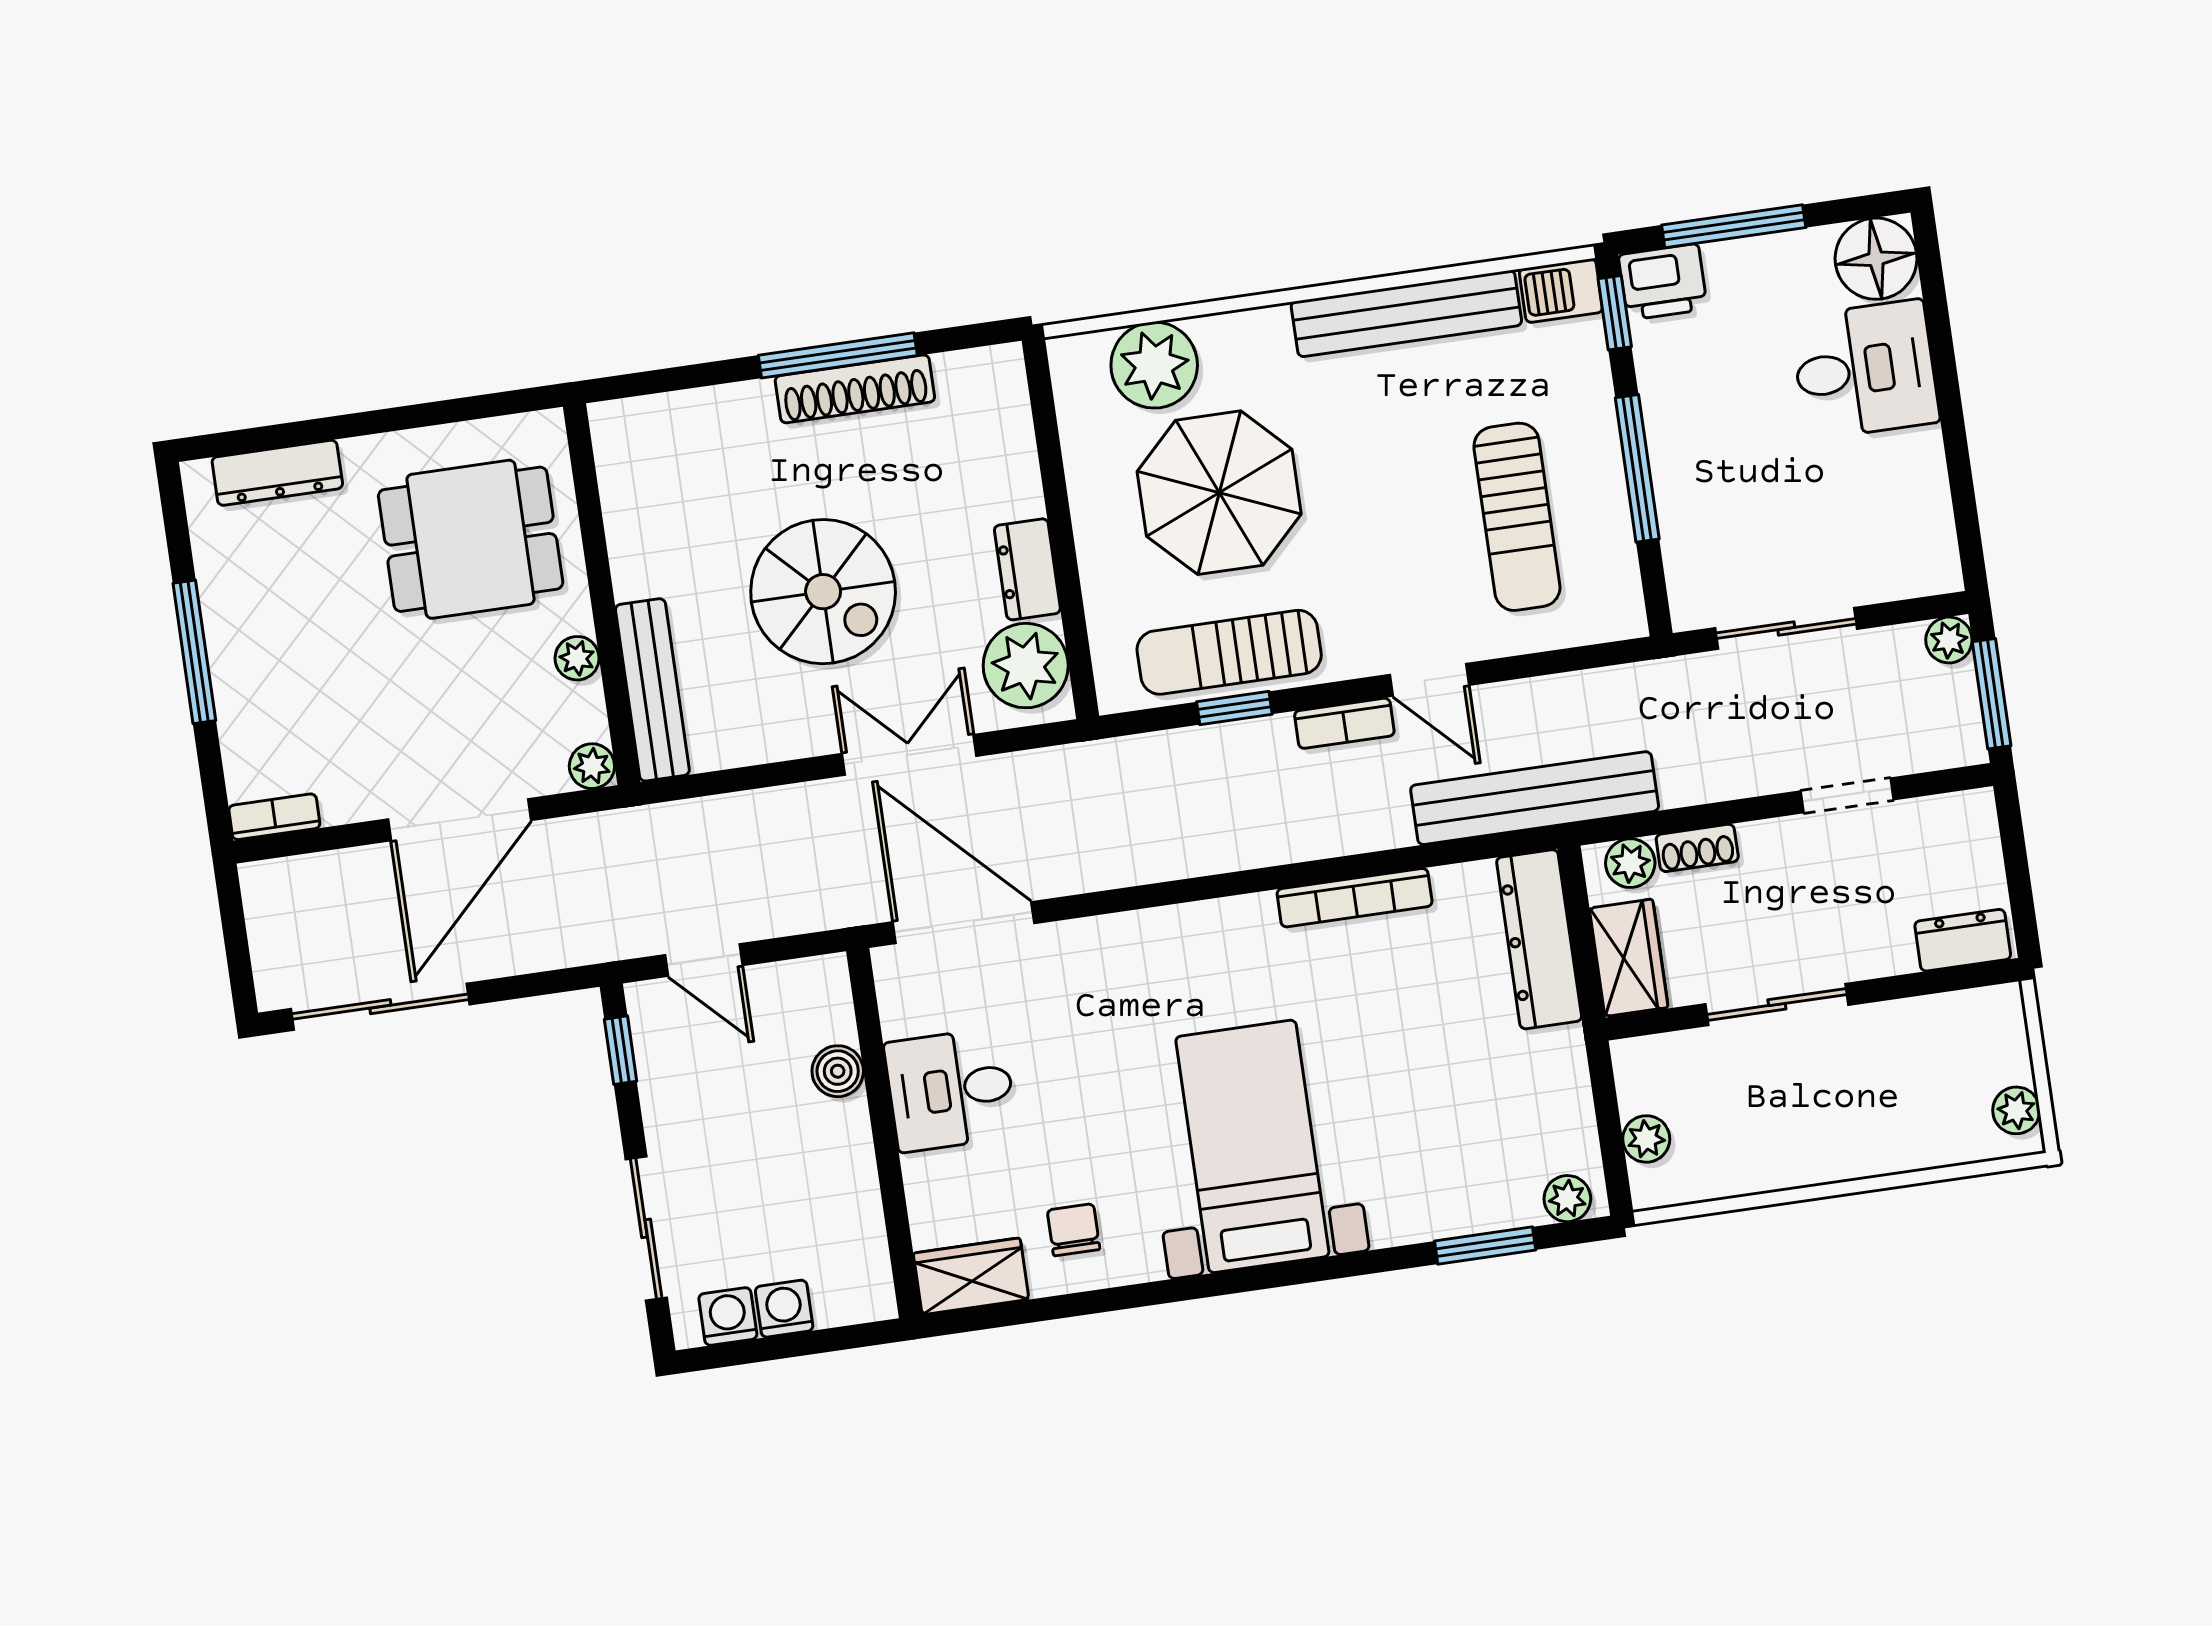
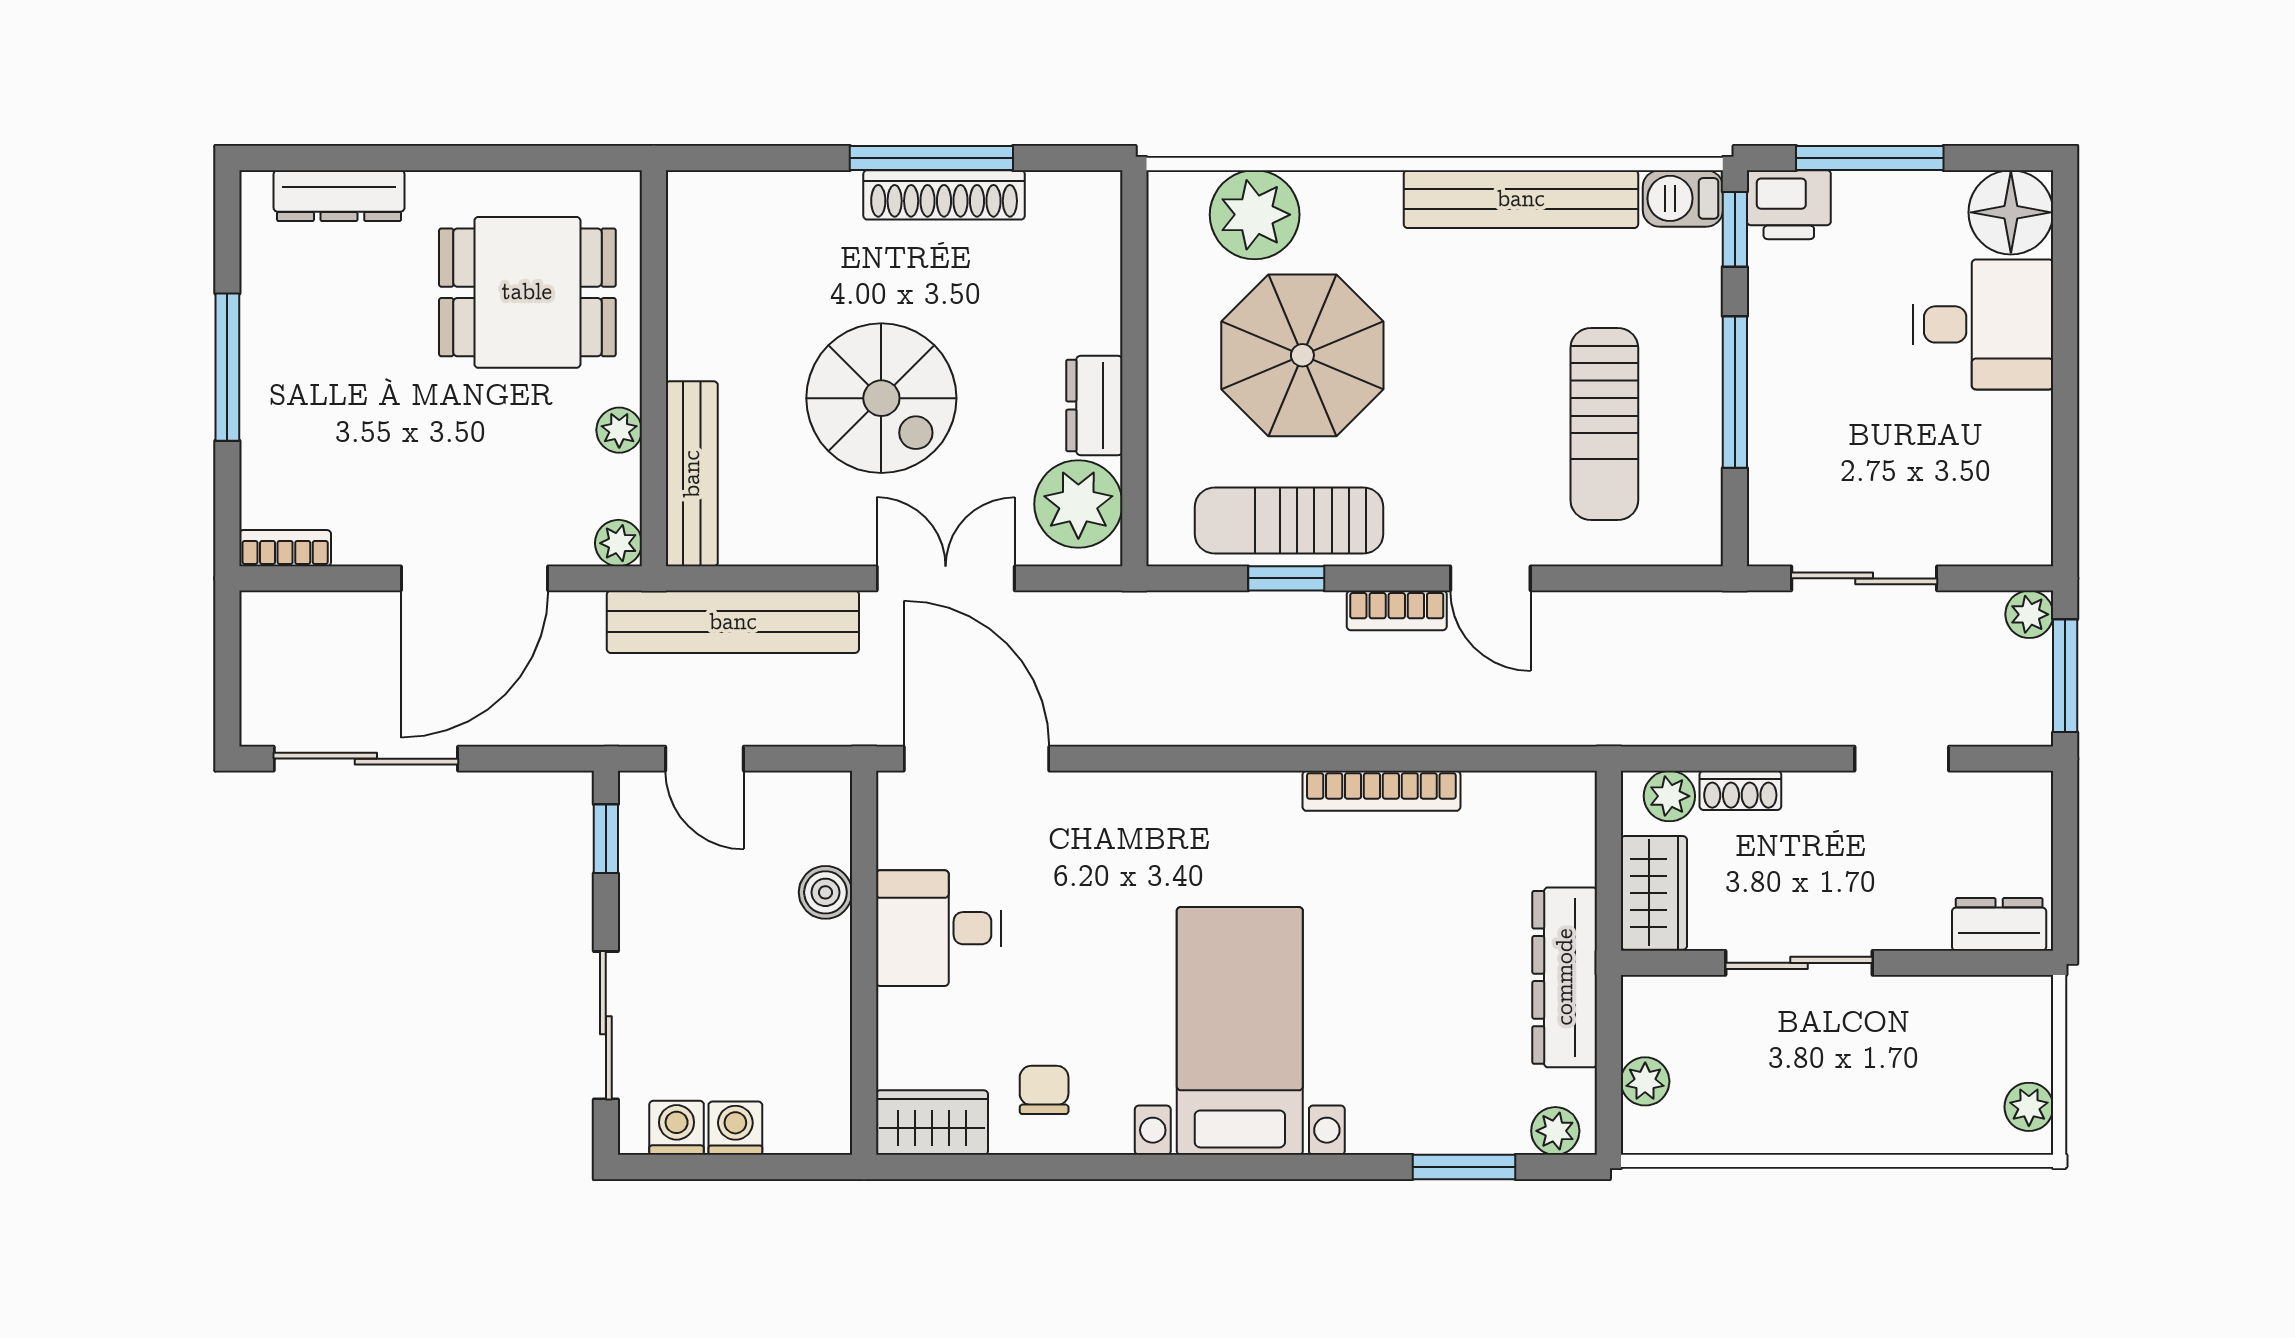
bench: (1535, 798) -> (733, 622), moved
dresser: (1539, 939) -> (1565, 977), moved

